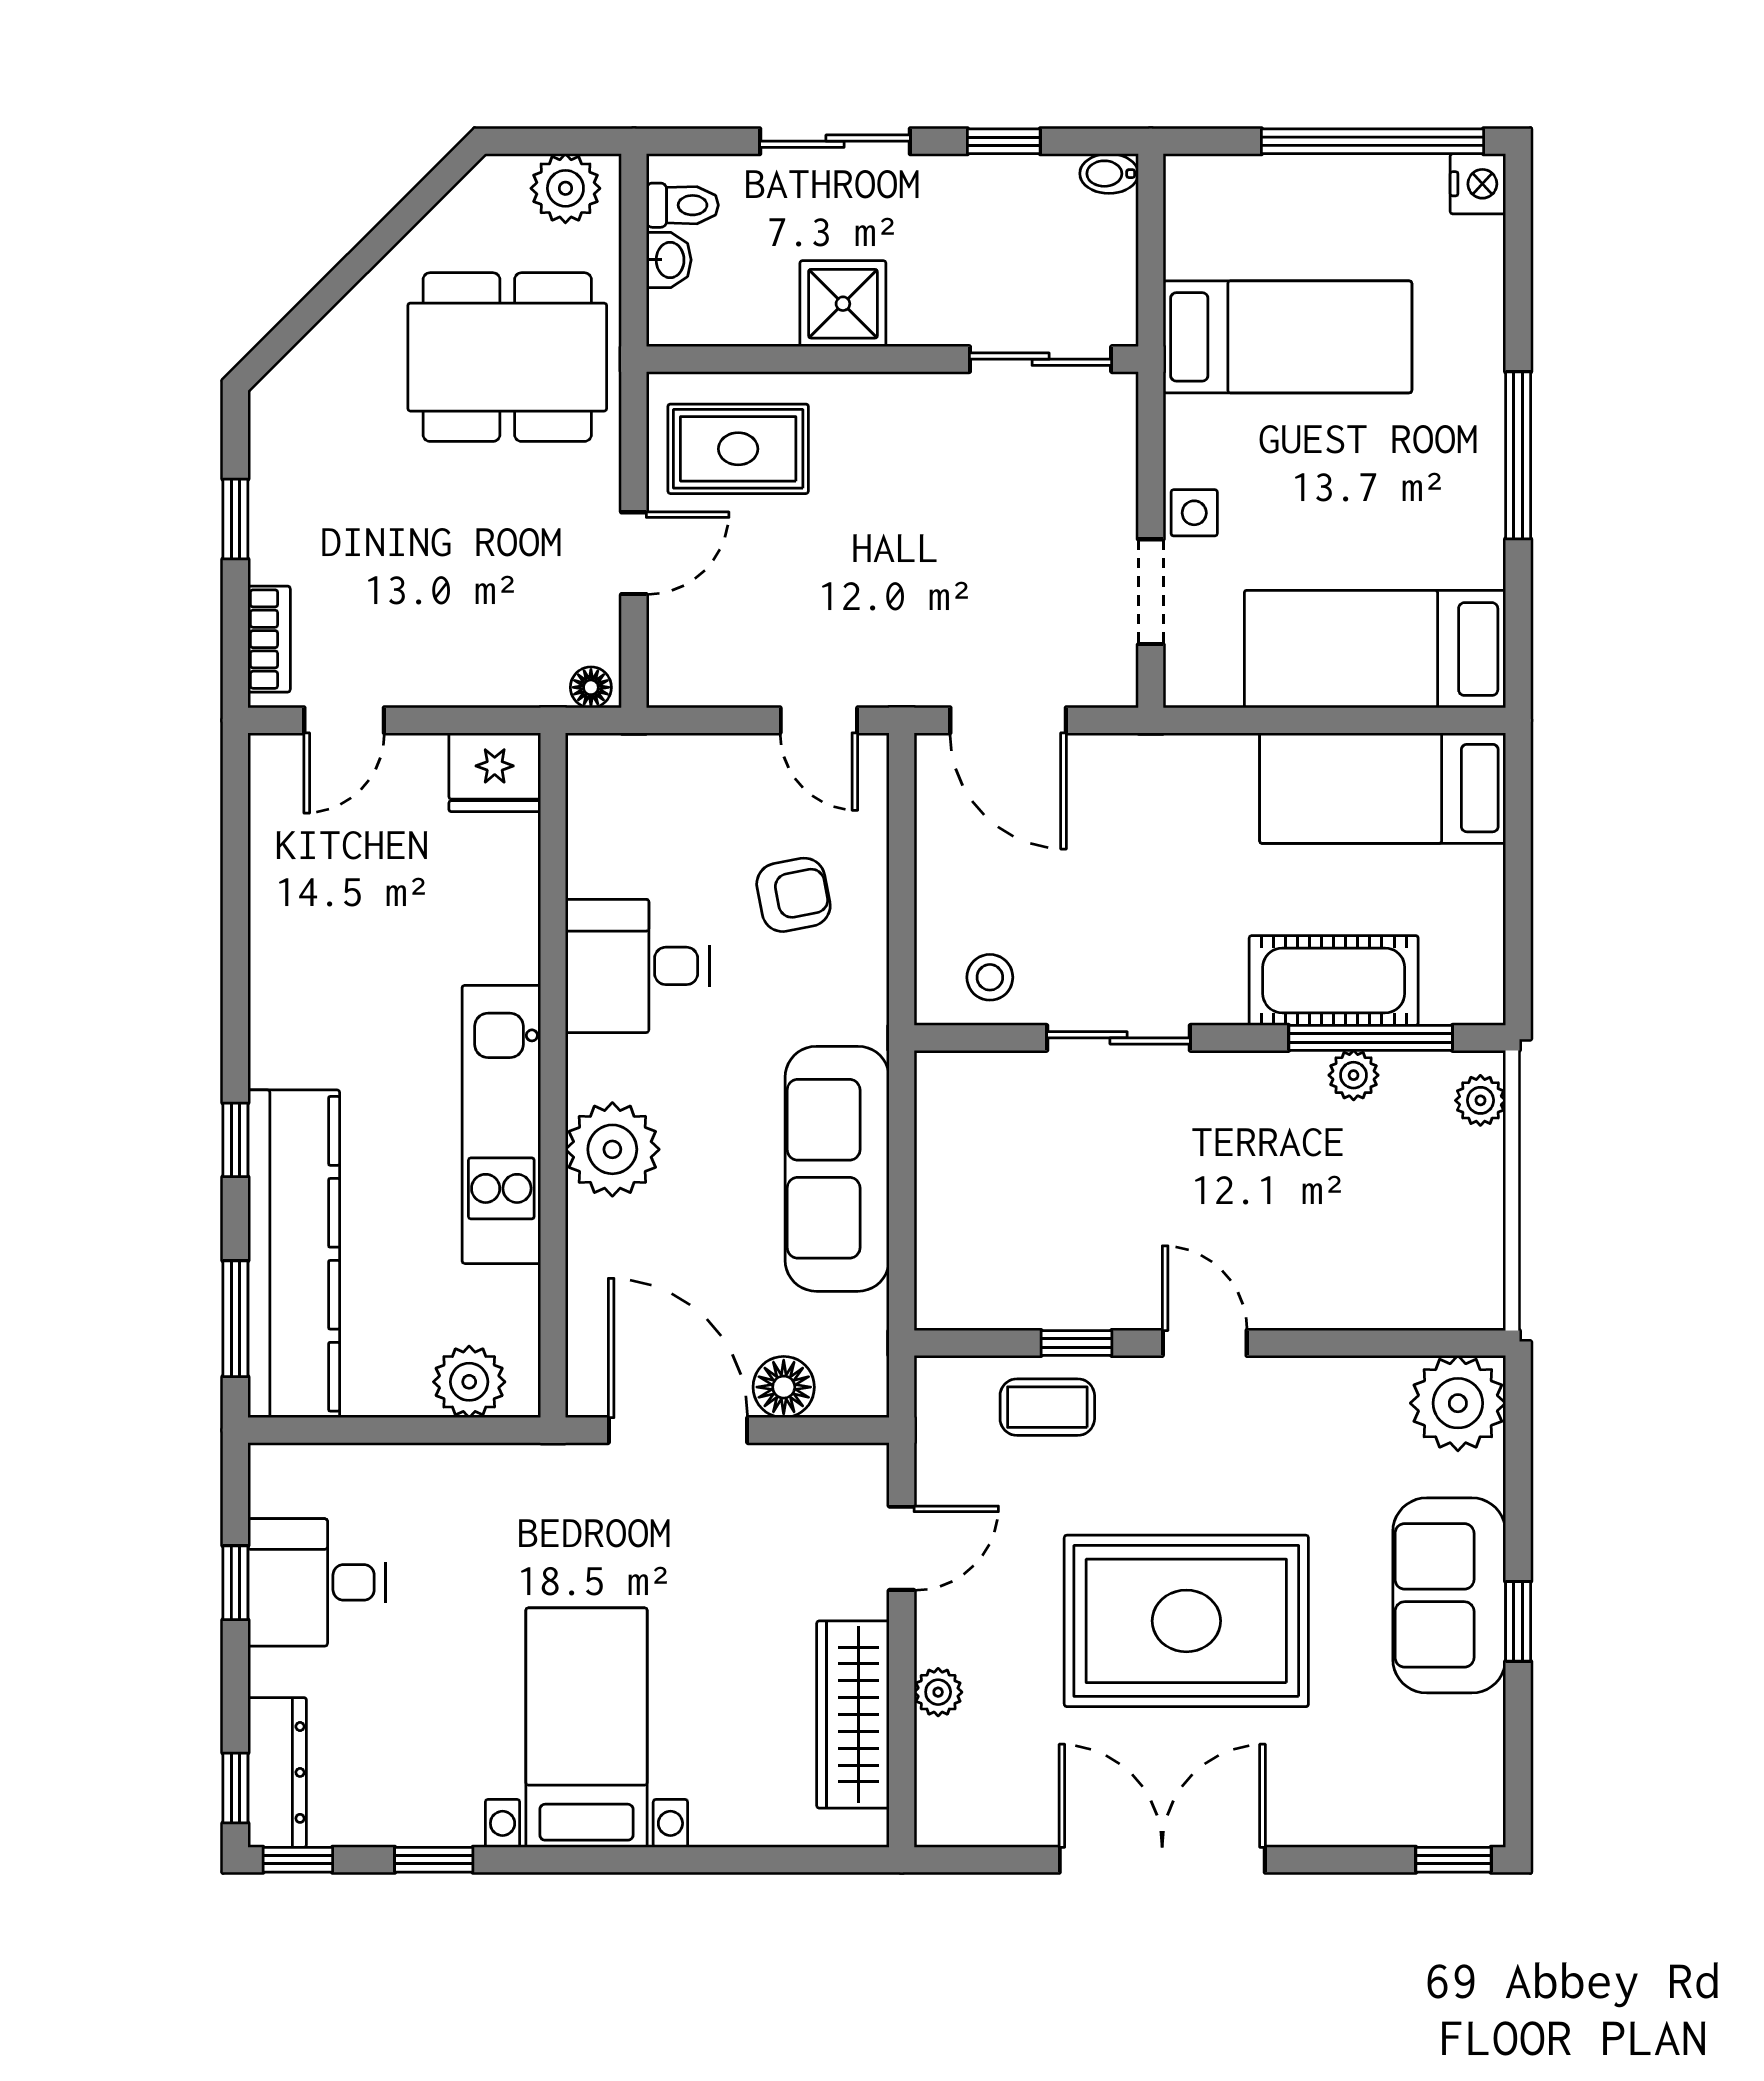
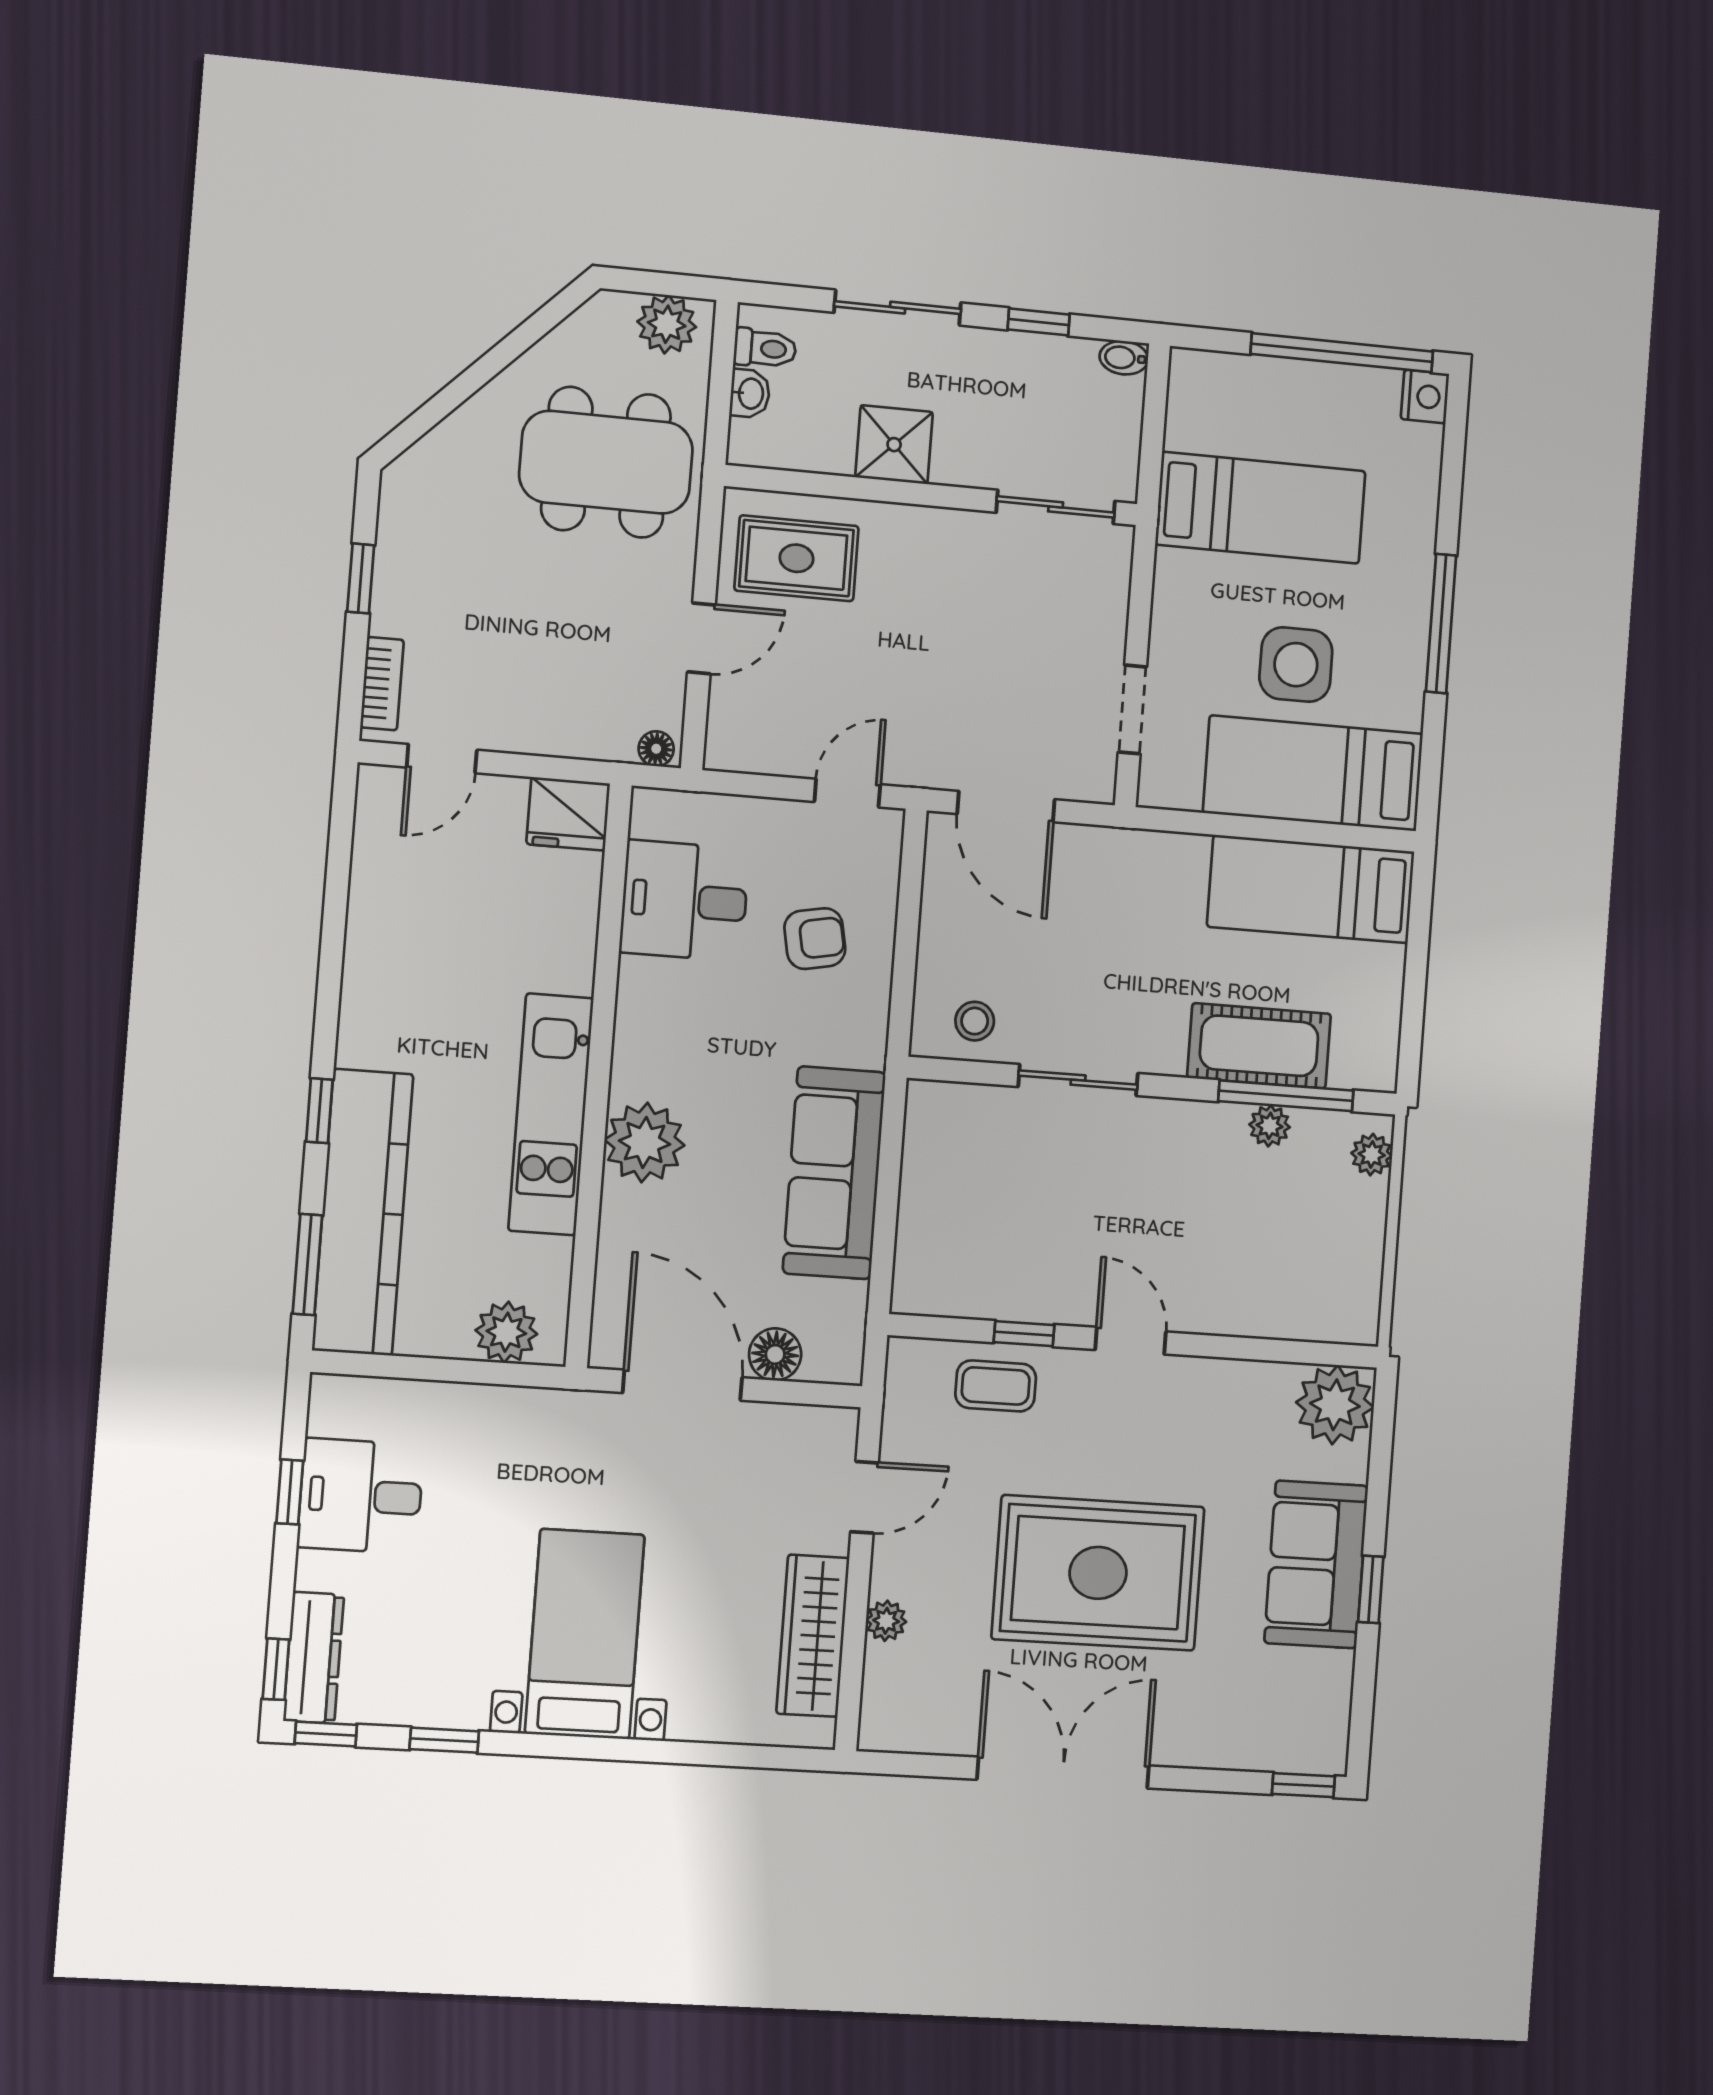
side table: (1194, 513) -> (1296, 665), moved, width x1.87, depth x1.87
door: (819, 720) -> (847, 793), swing flipped
desk: (637, 966) -> (684, 901), moved

